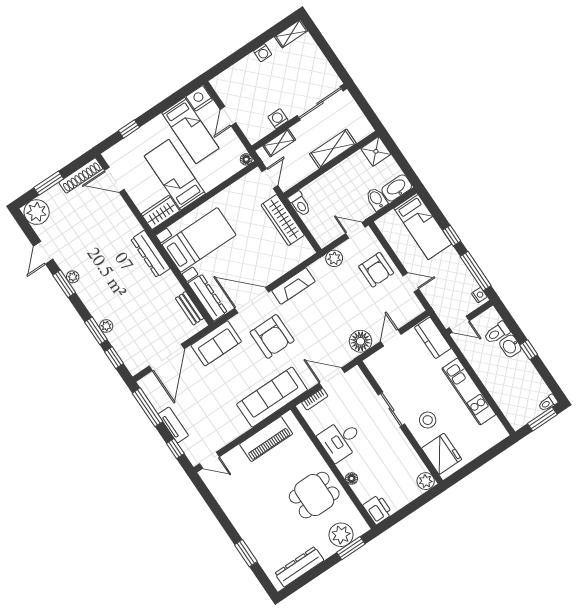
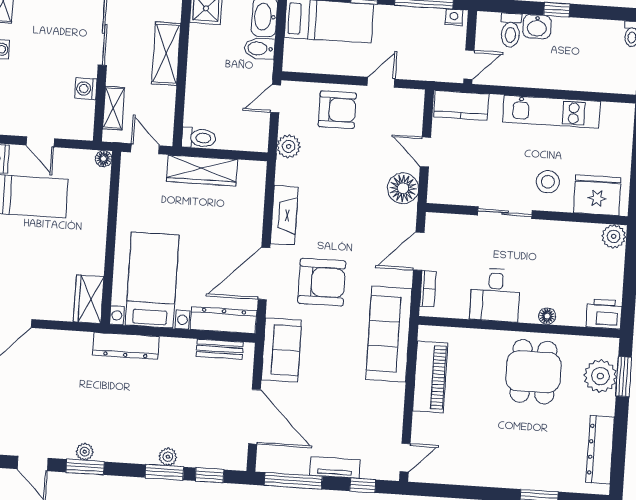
bed: (175, 175) -> (59, 251), removed

